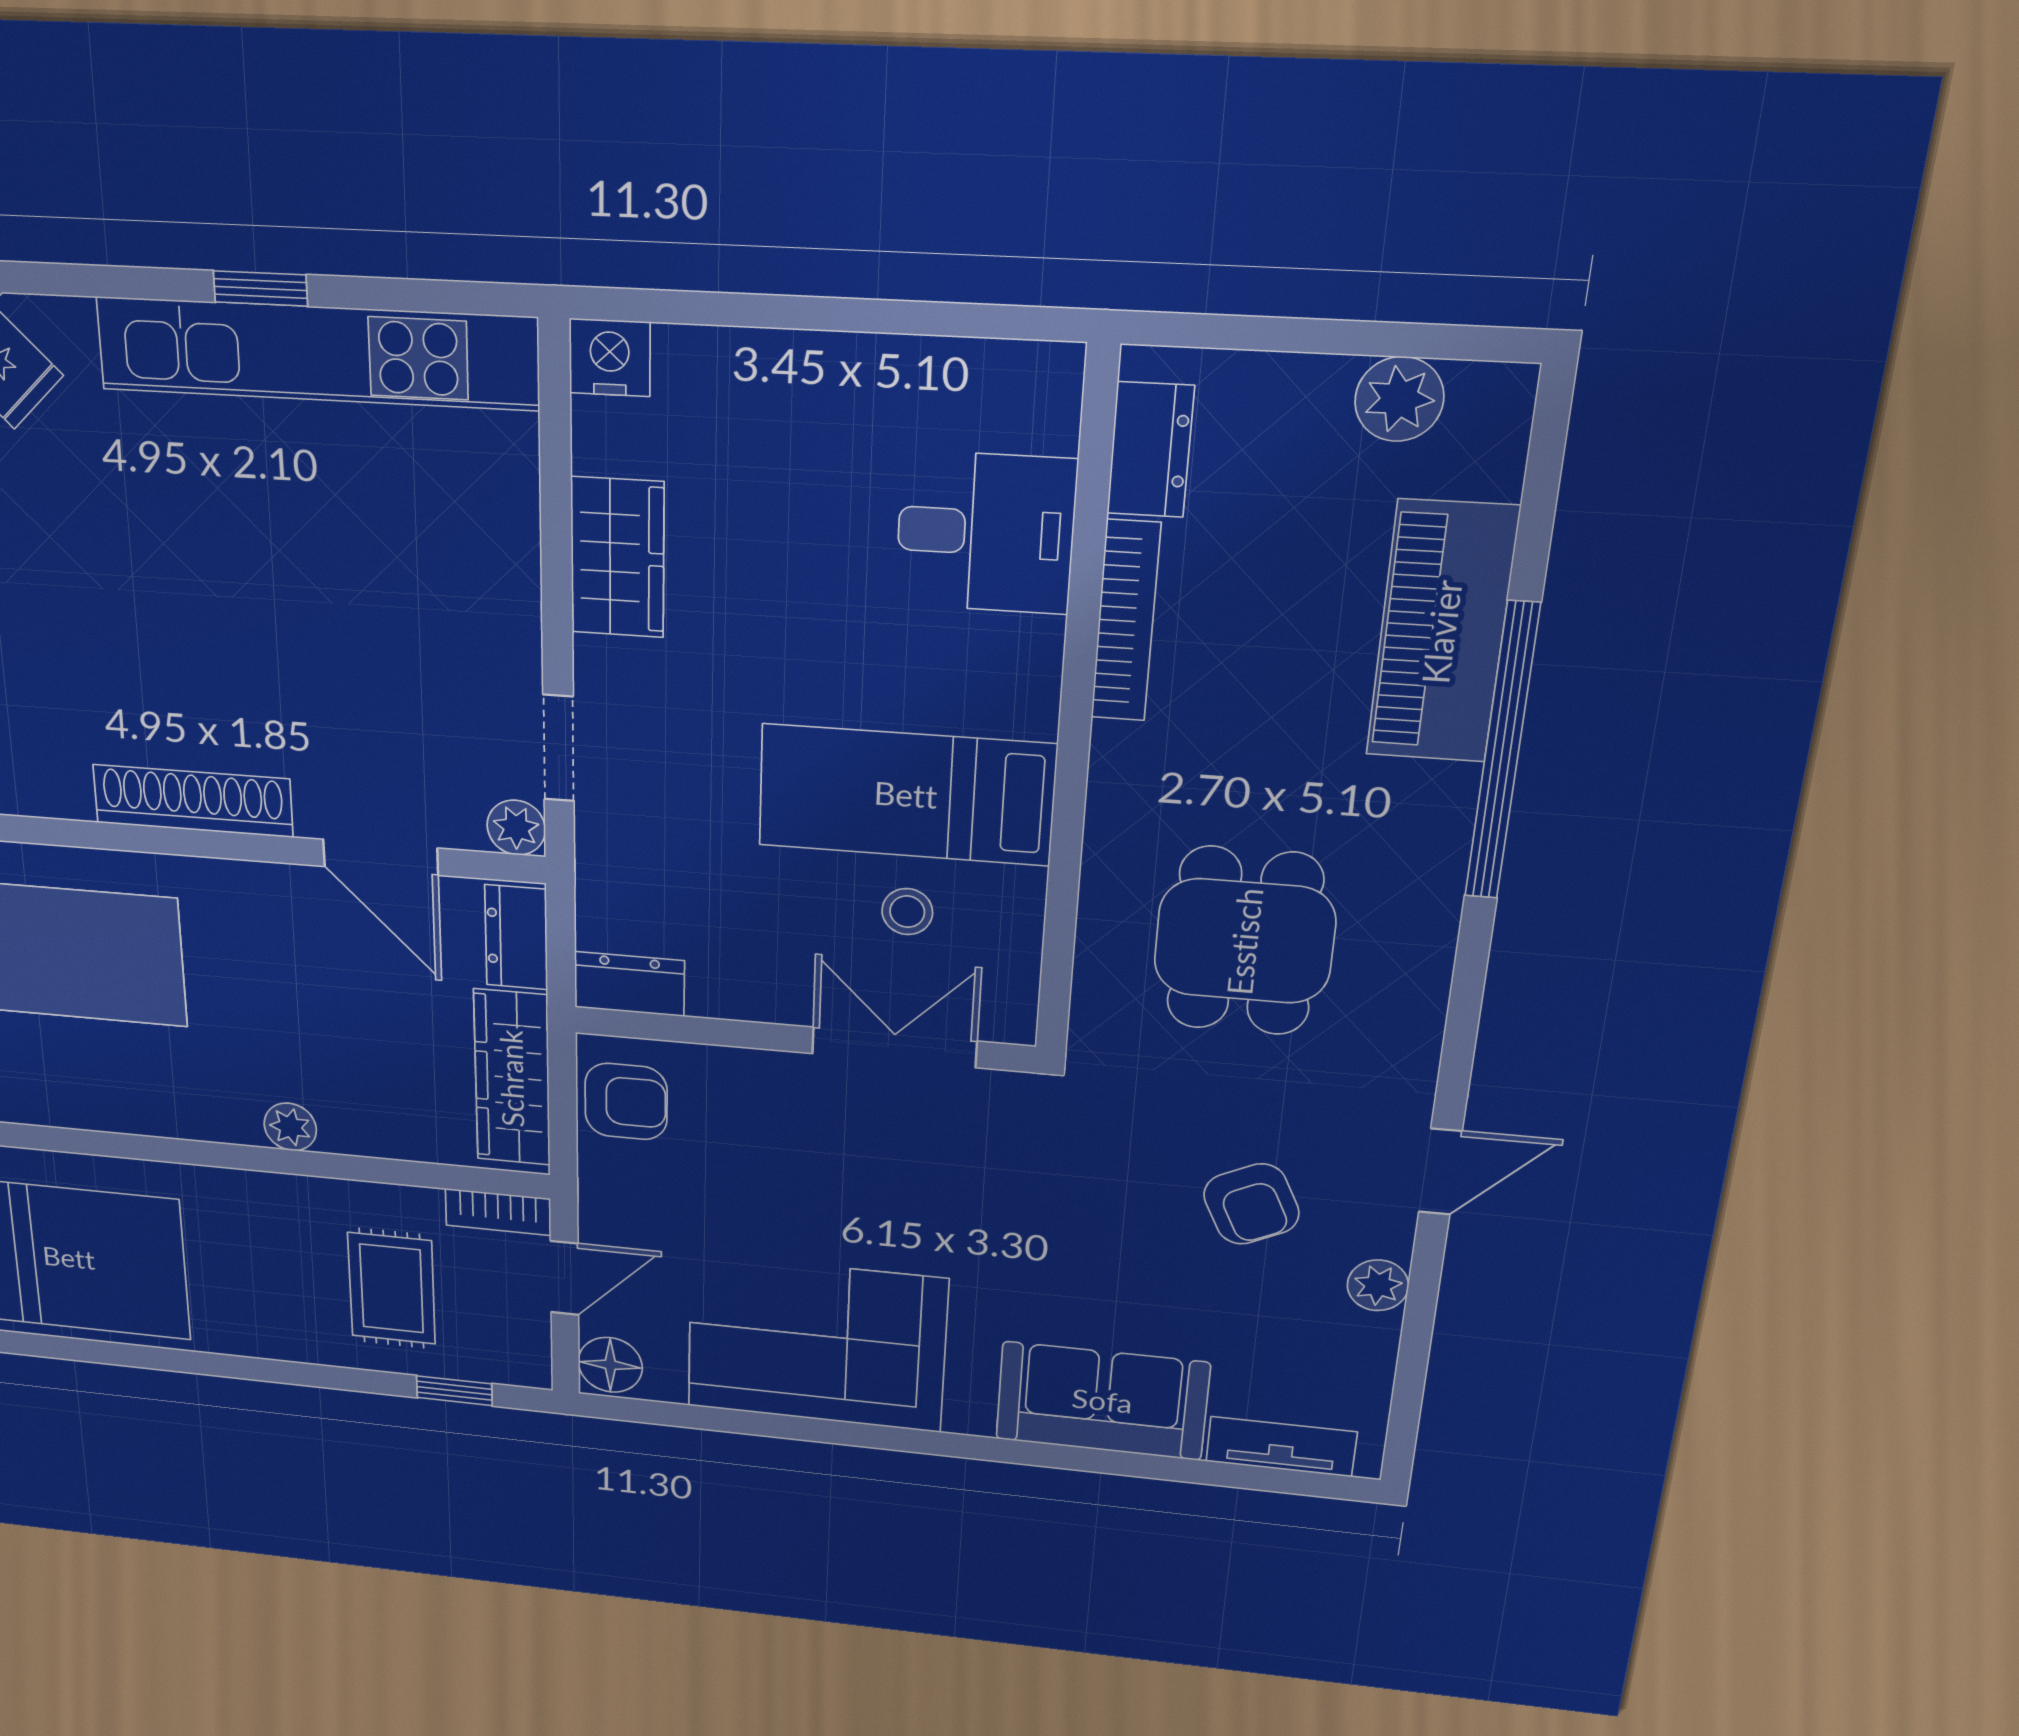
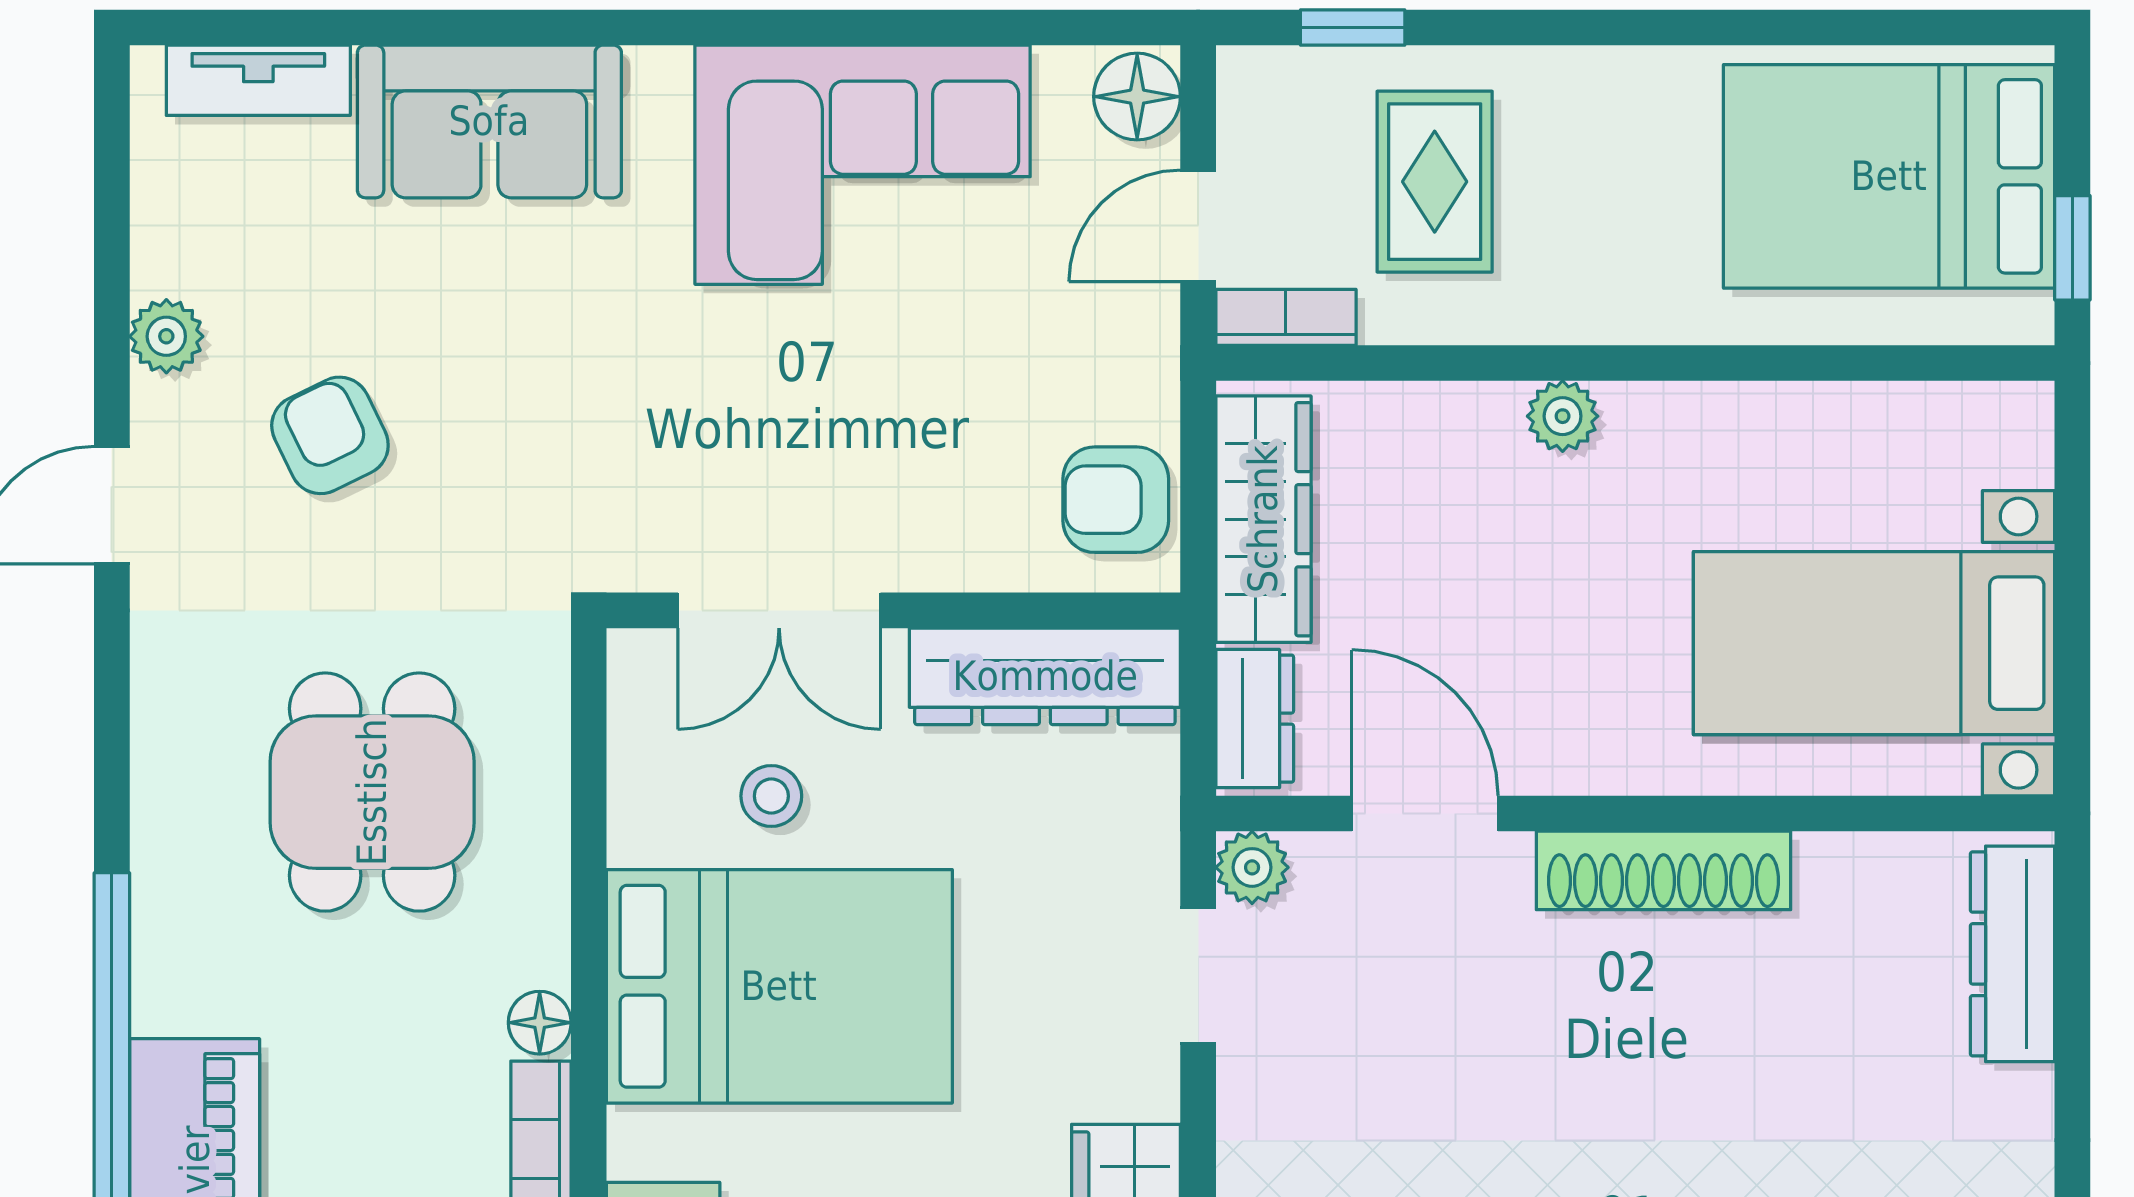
floor lamp: (1116, 750) -> (540, 1023), added
bed: (906, 795) -> (779, 986), width x1.50
dresser: (629, 984) -> (1045, 676), width x1.96, depth x1.24

